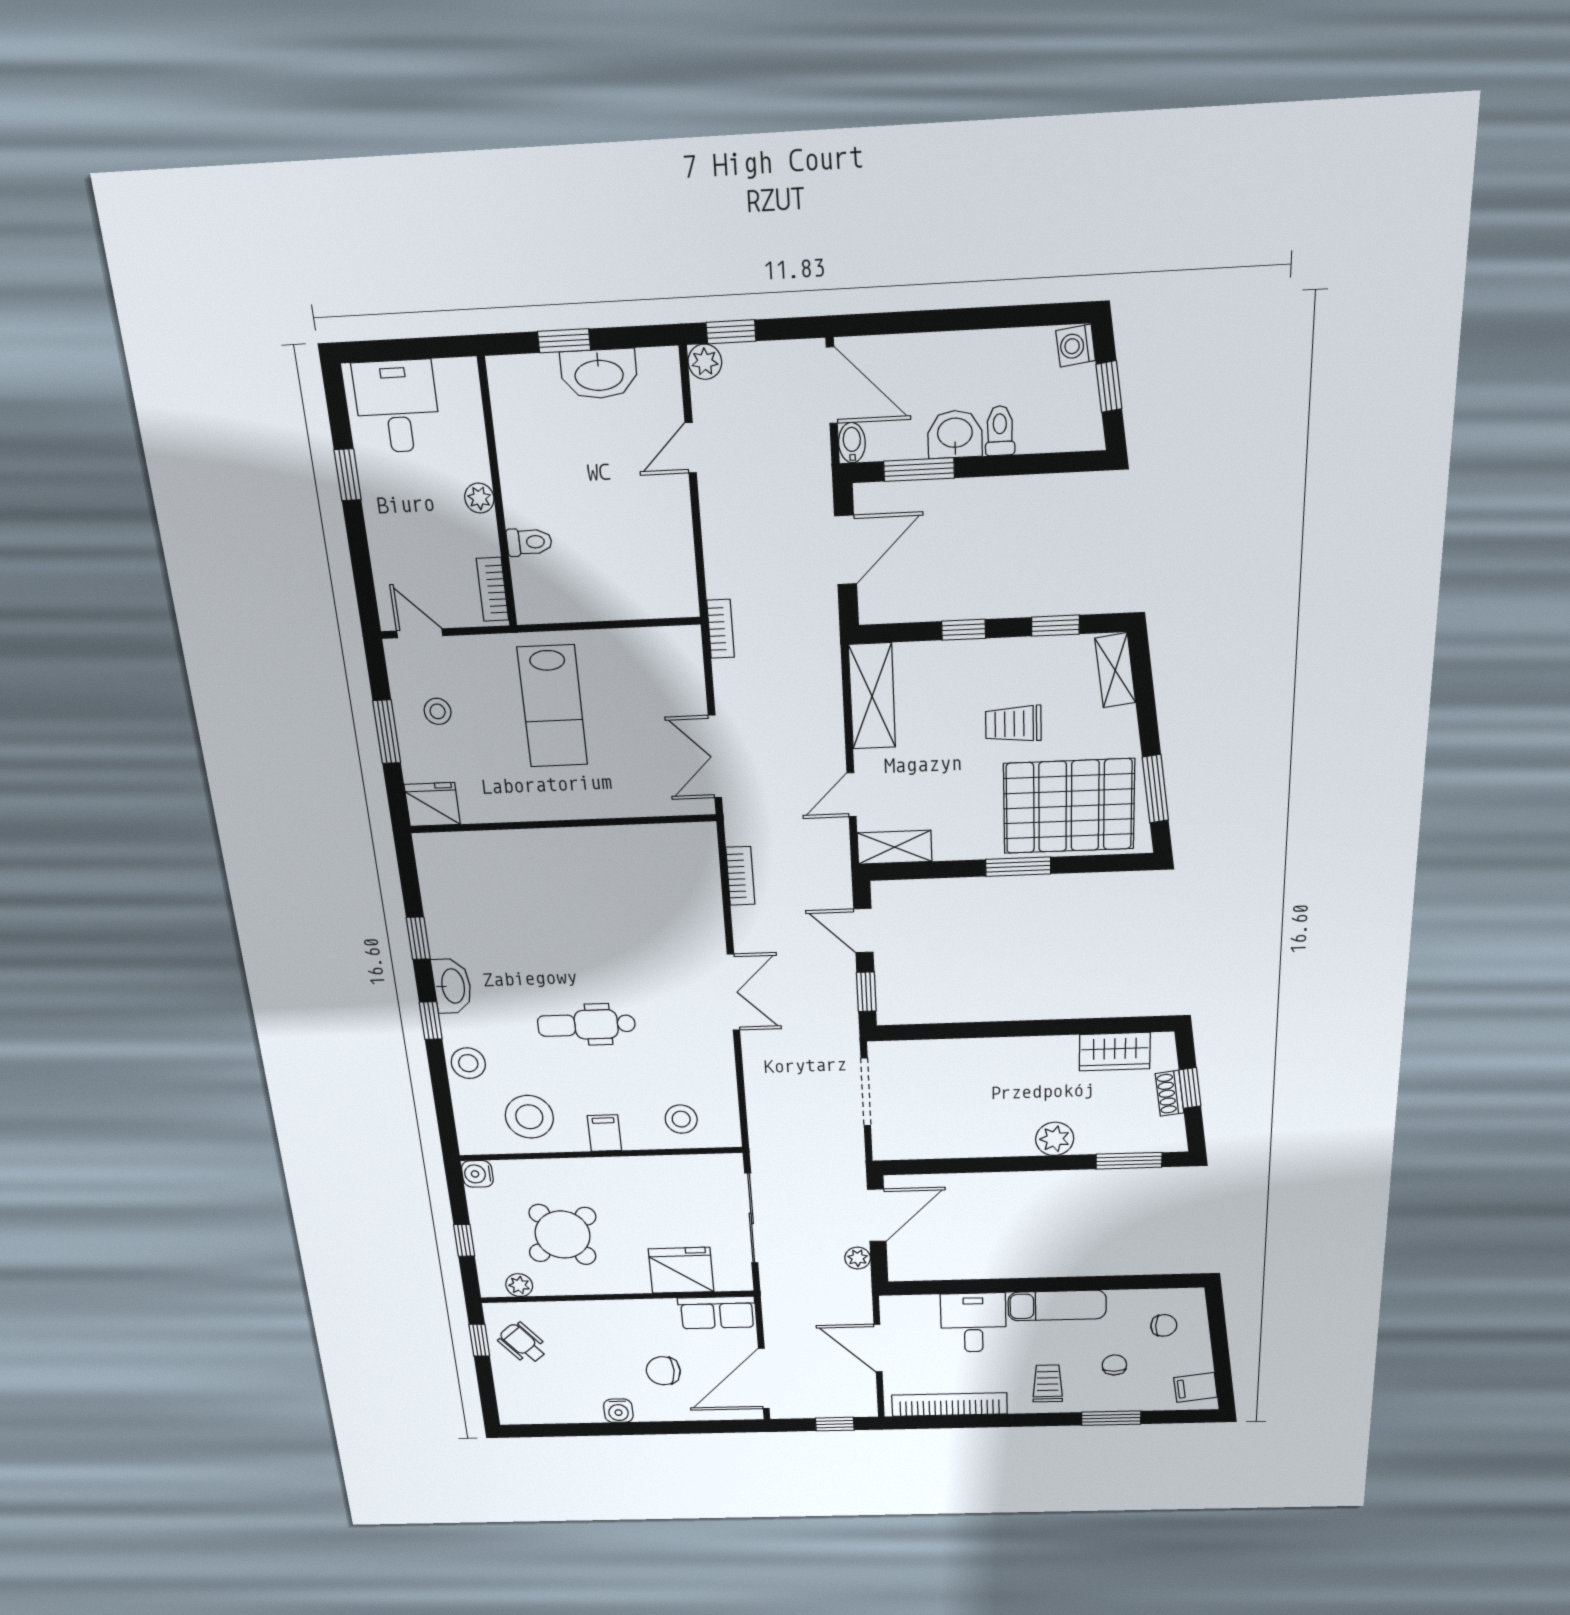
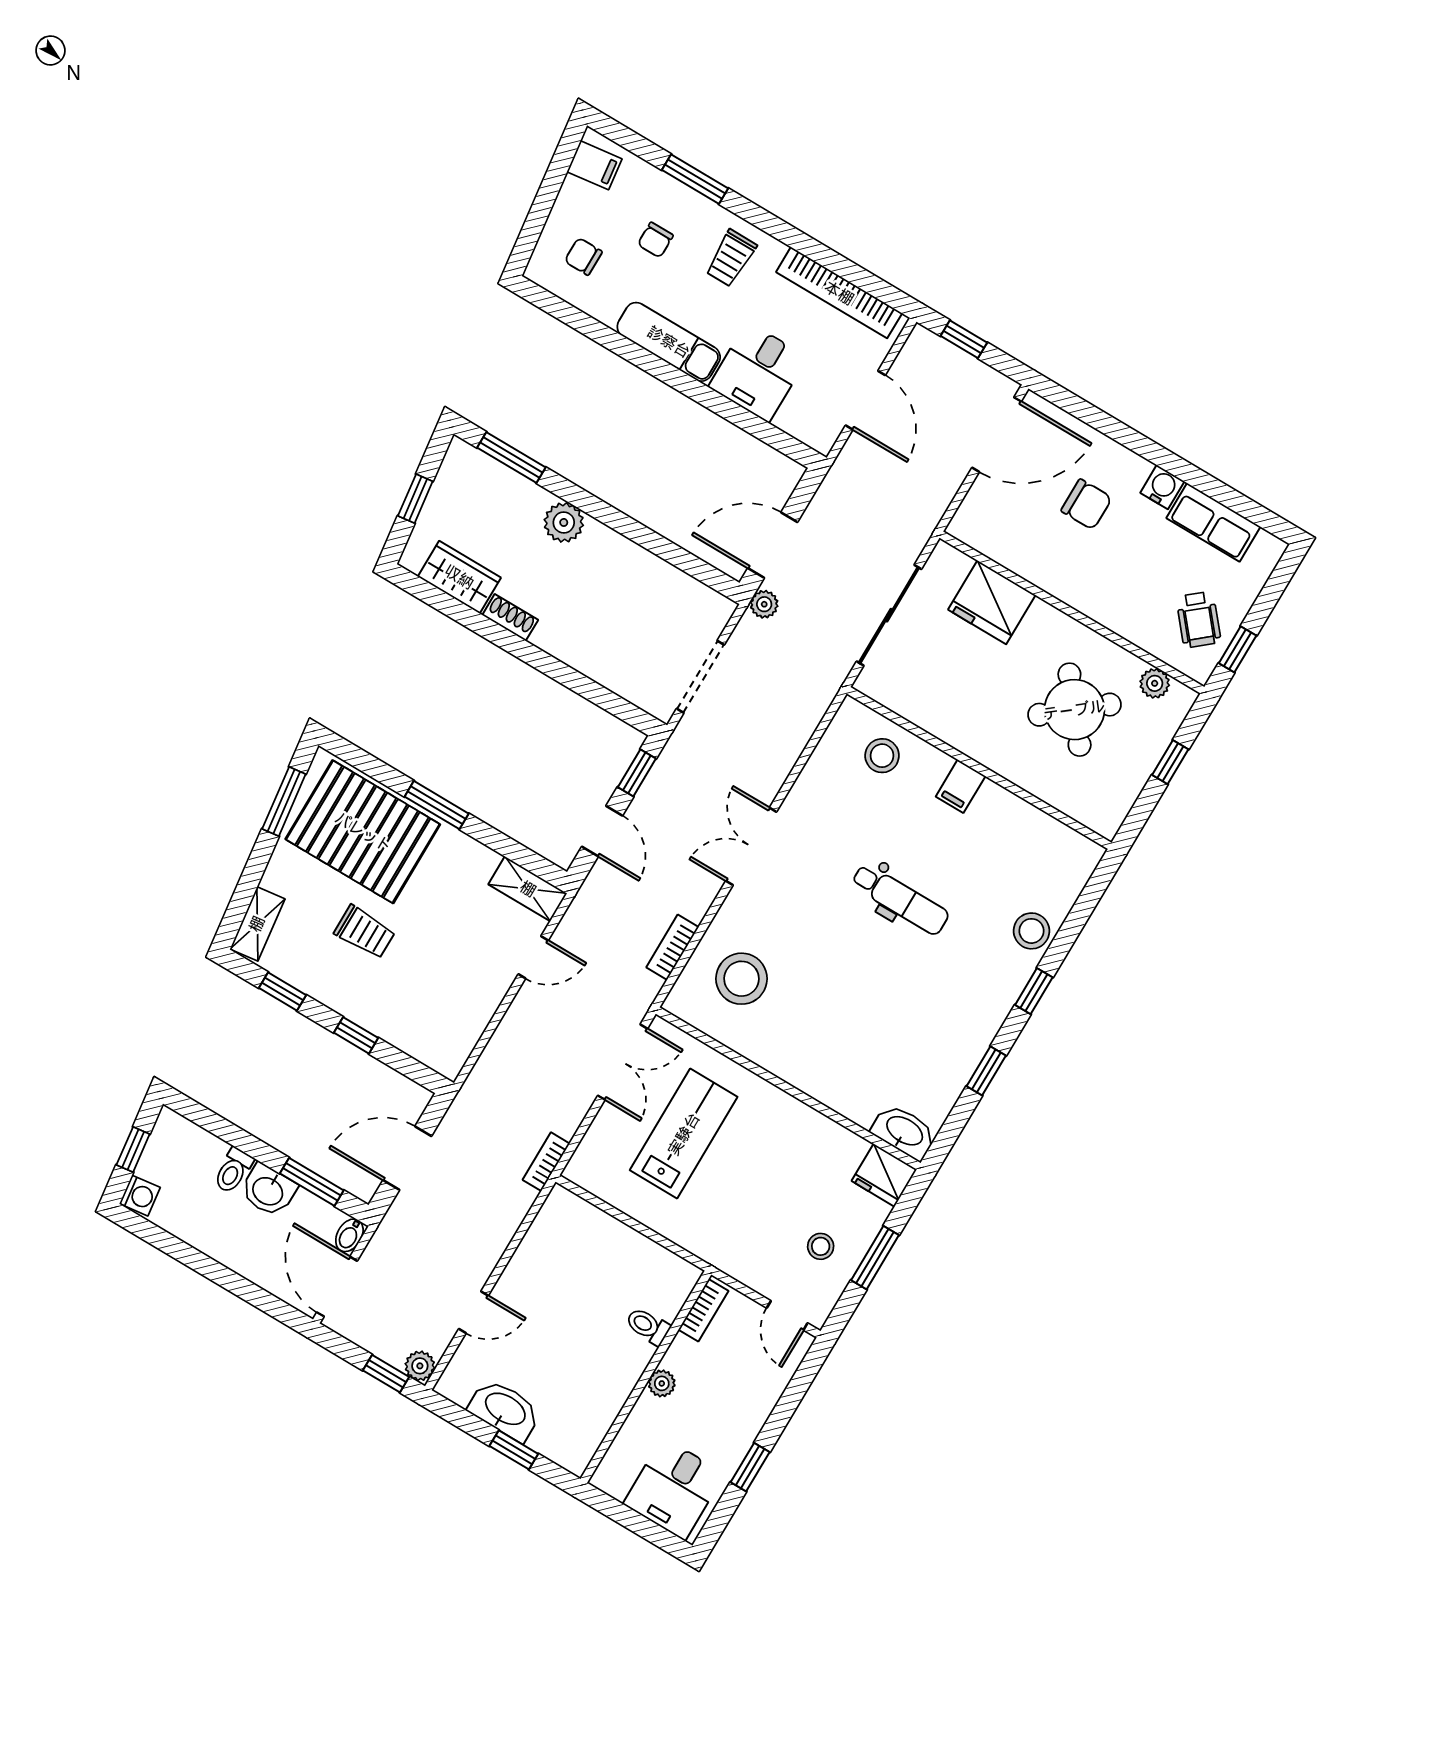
shelving: (872, 696) -> (463, 1029), removed
lab bench: (552, 706) -> (684, 1134), moved
washbasin: (452, 986) -> (904, 1132), moved, turned 90
shoe rack: (1170, 1093) -> (510, 617), moved, turned -83
stool: (529, 1117) -> (741, 979), moved
water cooler: (477, 1174) -> (1106, 820), removed
plant: (858, 1258) -> (764, 604), moved
row of seats: (717, 1313) -> (1213, 522), moved, turned 180

